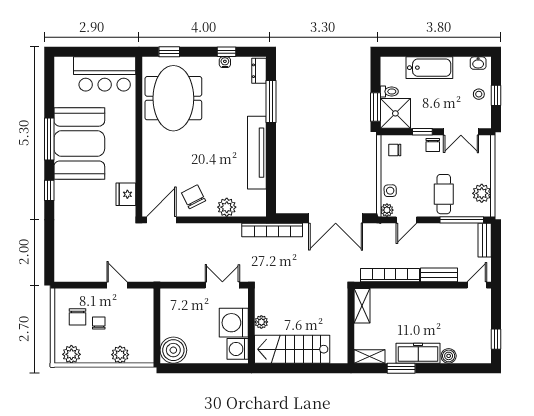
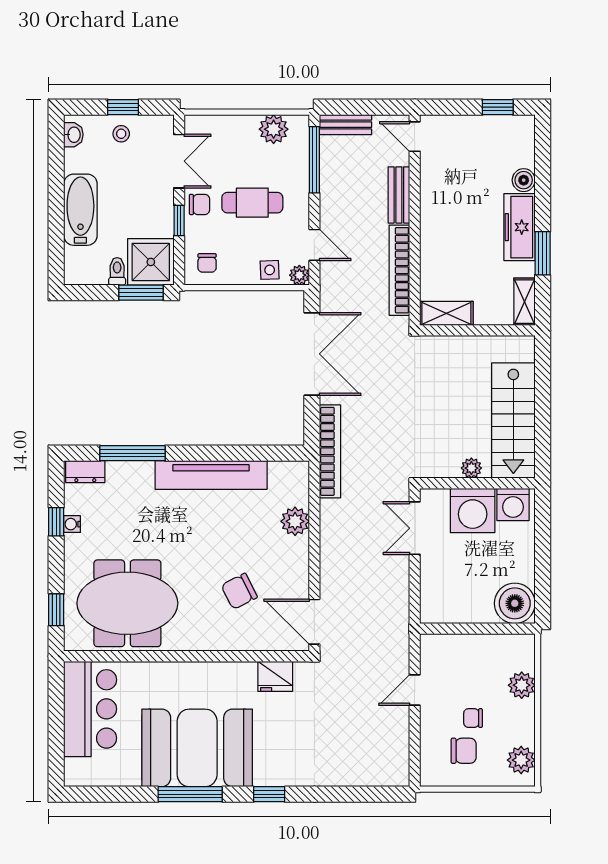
cafe table: (444, 194) -> (252, 203), moved
chair: (194, 197) -> (239, 591), moved

